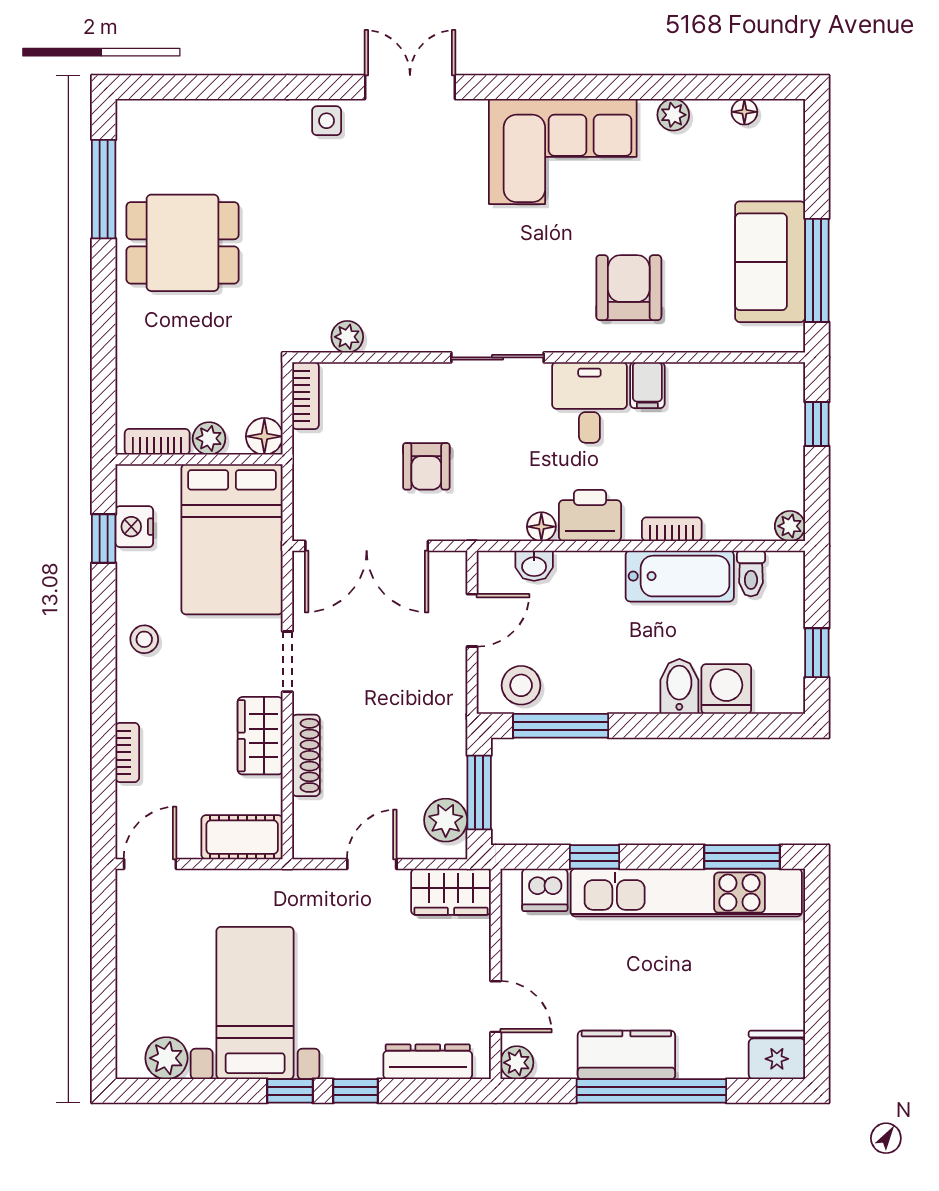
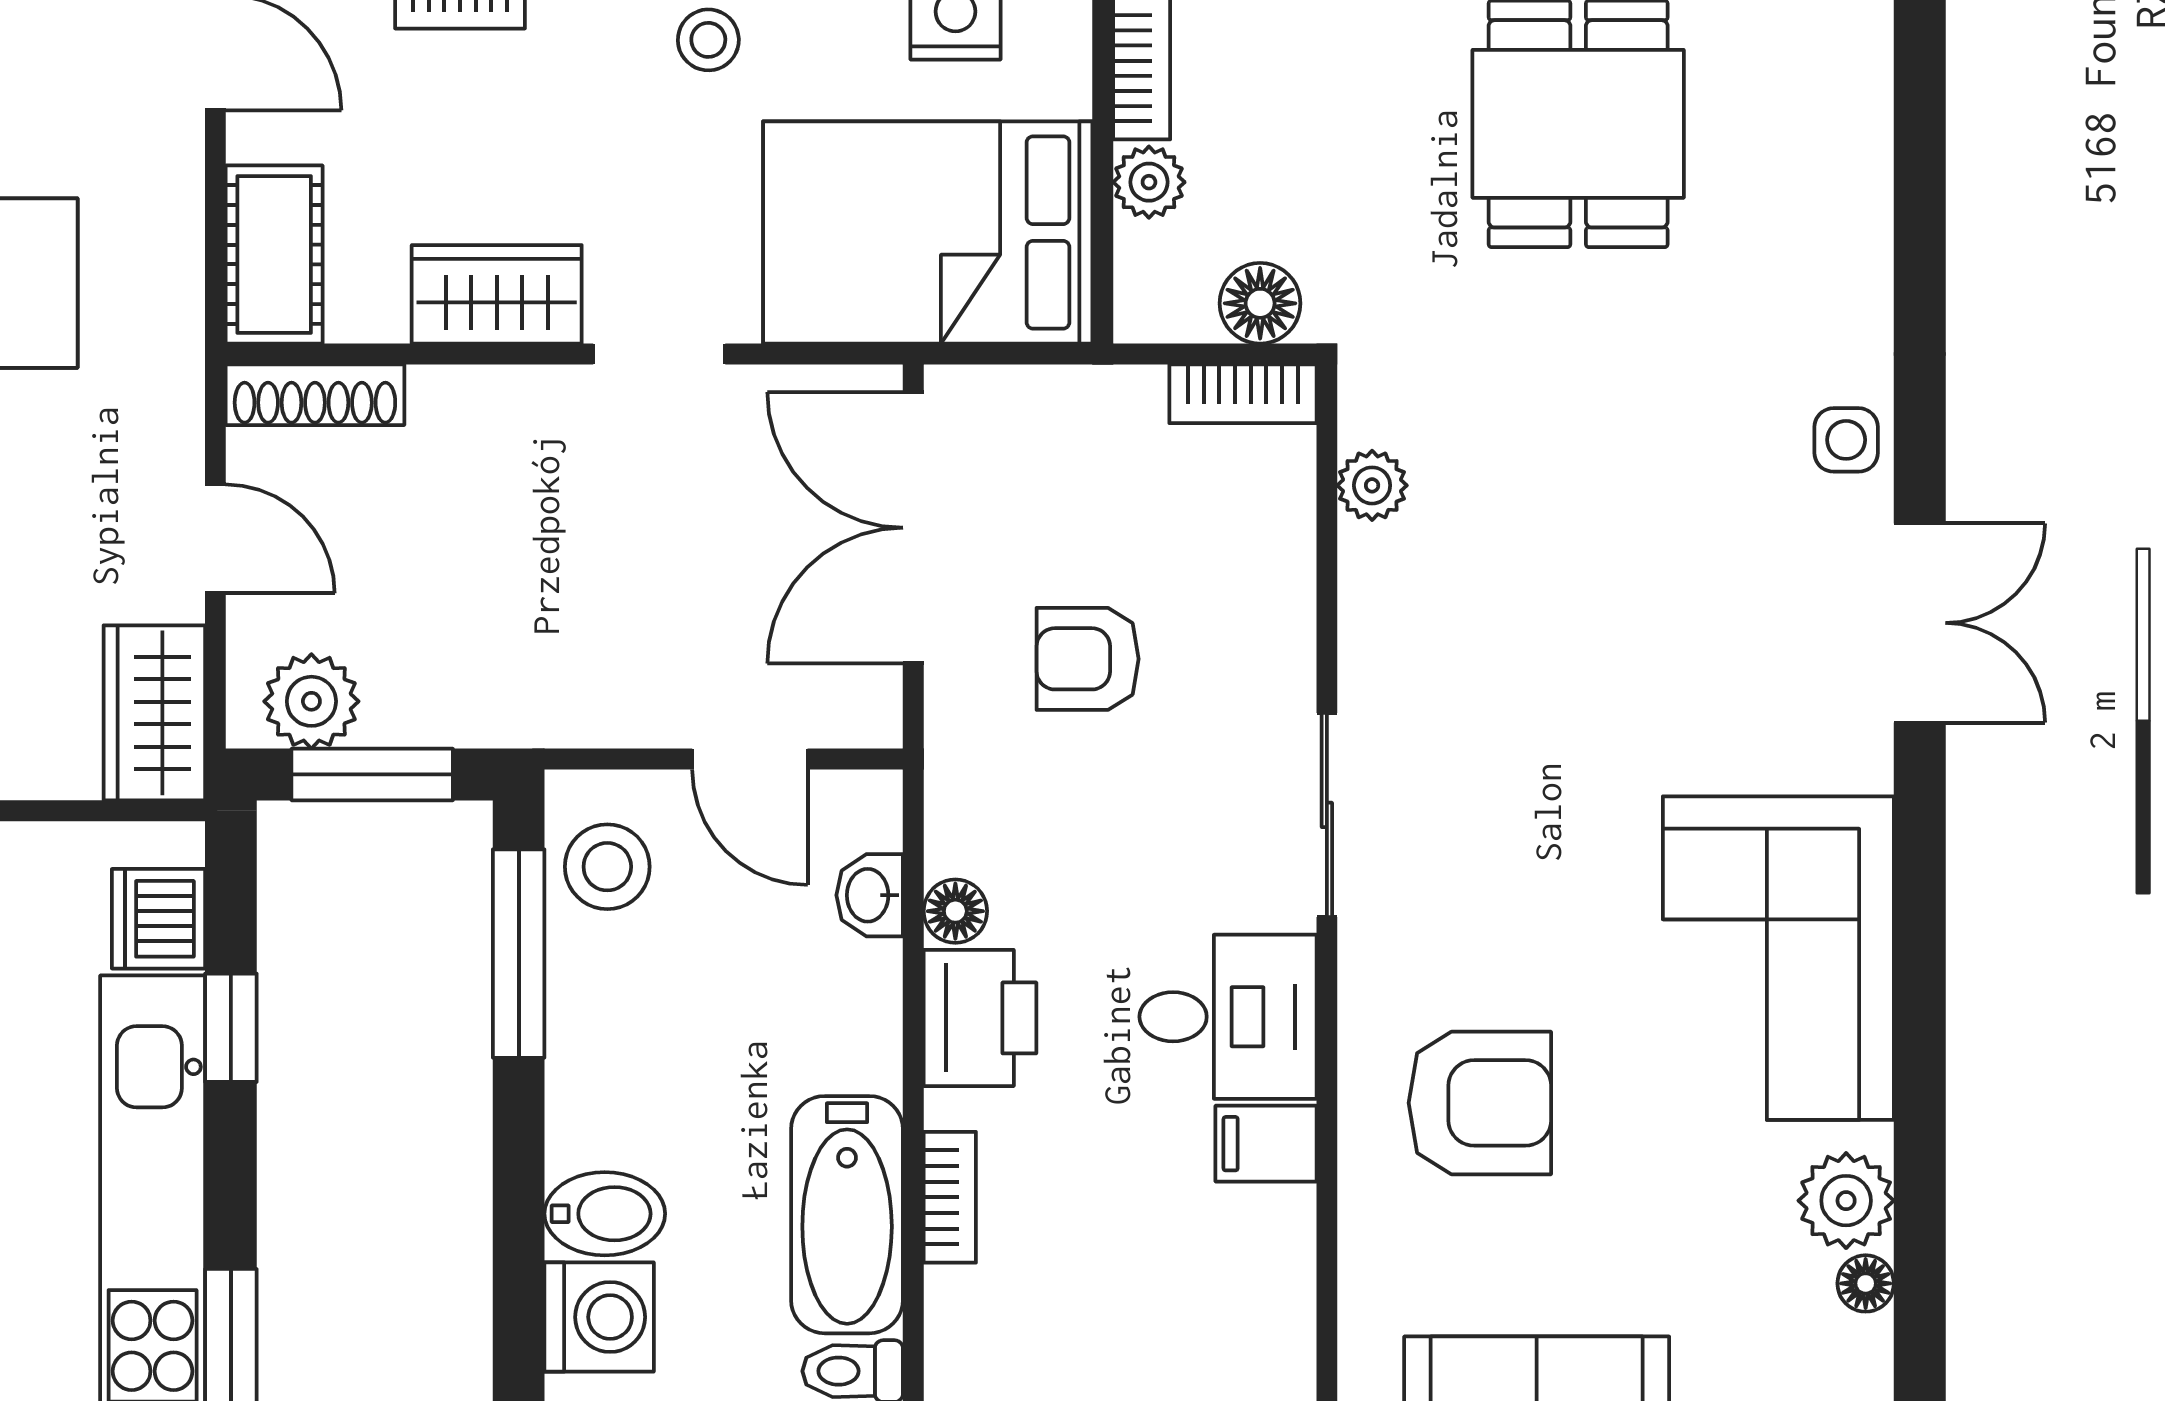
floor lamp: (744, 112) -> (1866, 1283), moved
plant: (673, 115) -> (1846, 1201), width x1.38, depth x1.38
floor lamp: (264, 436) -> (1260, 303), moved
shoe rack: (306, 755) -> (315, 395), moved

